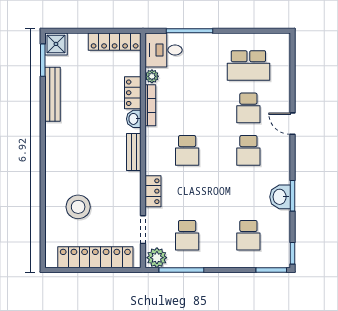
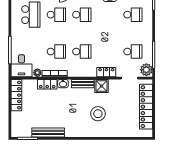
shower: (56, 44) -> (101, 86), moved
school desk: (187, 108) -> (56, 52), added
stool: (78, 207) -> (98, 114), moved

